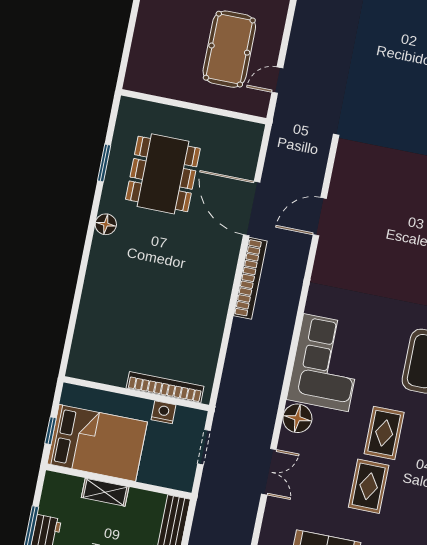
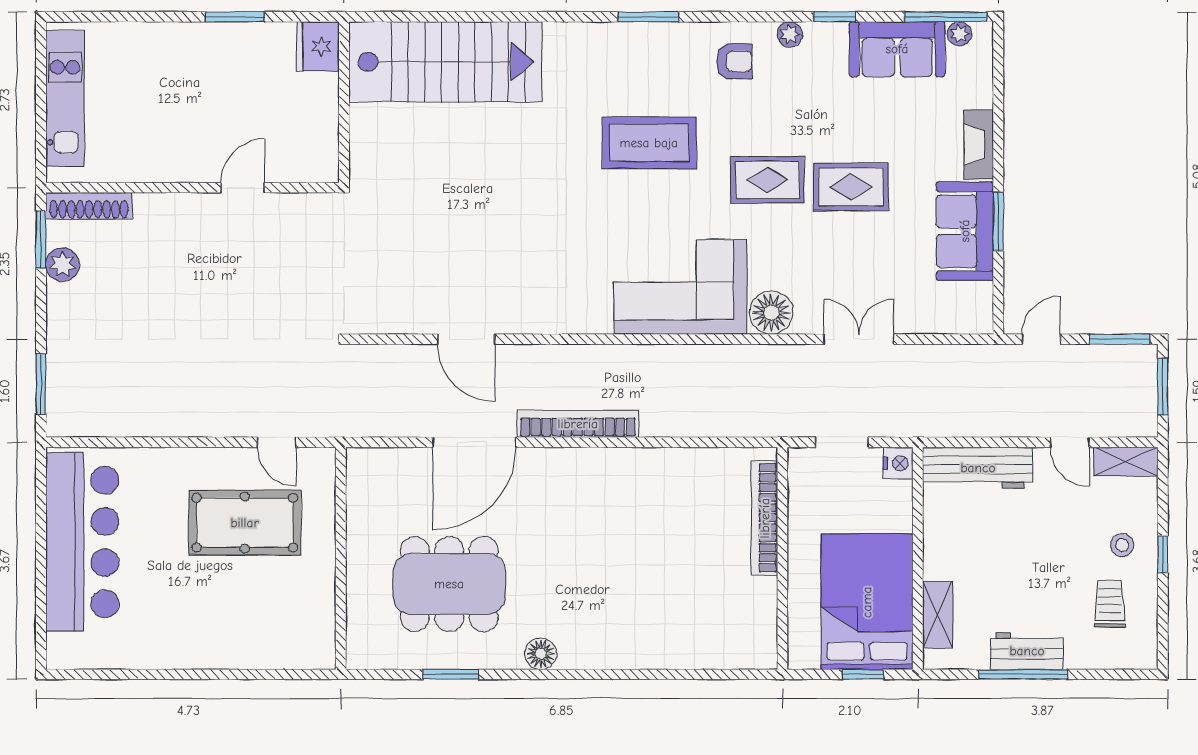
nightstand: (164, 412) -> (898, 463), moved, turned 180
shelving: (105, 492) -> (938, 615), moved

